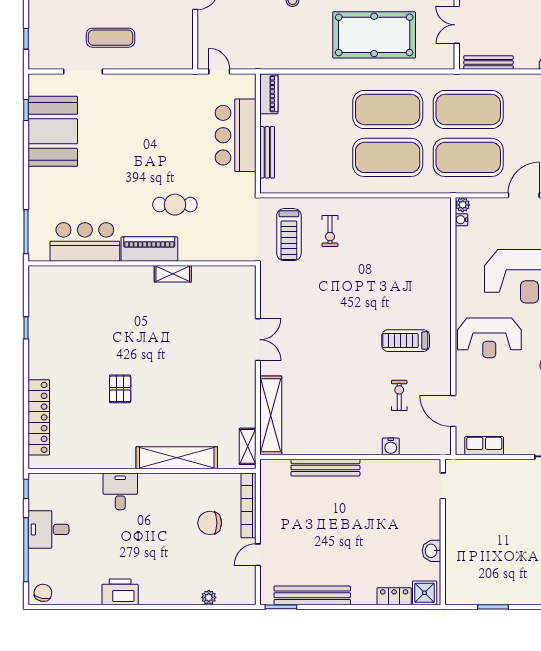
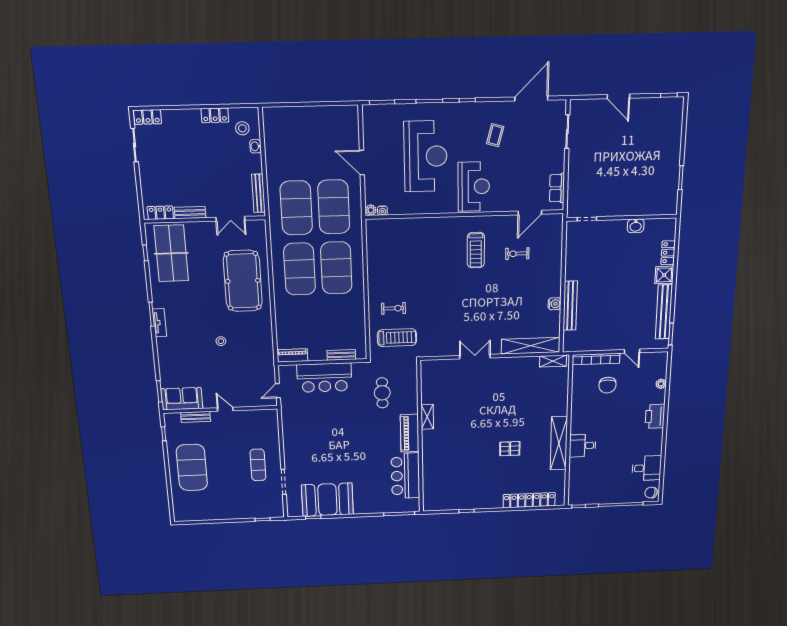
bench: (267, 152) -> (341, 355), width x0.73
cafe table: (175, 205) -> (382, 393), moved
water cooler: (391, 446) -> (554, 304), moved
shelving: (177, 458) -> (559, 443), moved
desk: (48, 529) -> (647, 468), moved, turned -90
printer: (120, 592) -> (655, 416), moved
shower: (425, 593) -> (664, 275), moved

